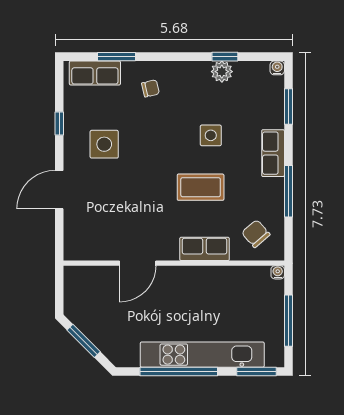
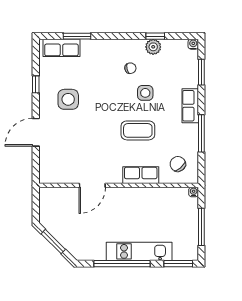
chair: (151, 88) -> (130, 68), moved
kitchen unit: (202, 355) -> (139, 251), width x0.73

